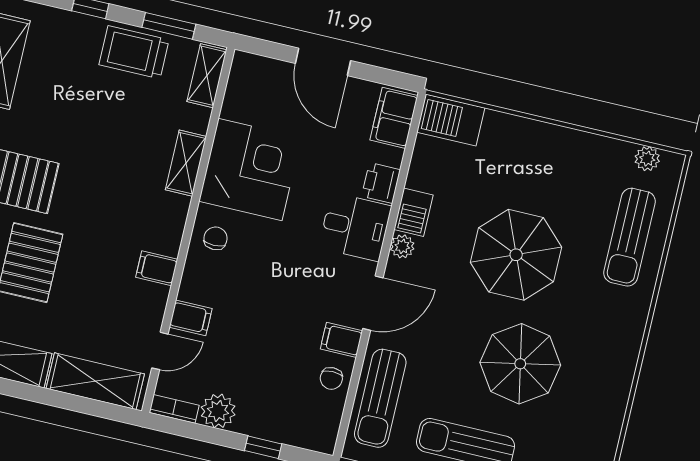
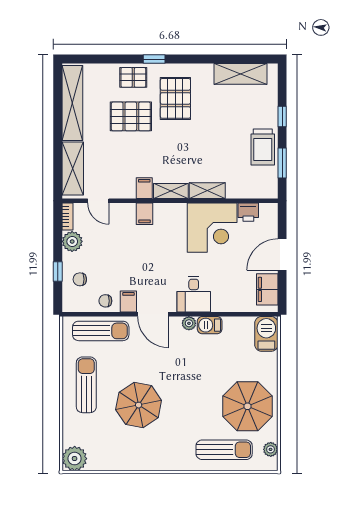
trolley: (134, 52) -> (263, 147), turned 180
shelving: (207, 76) -> (171, 191), moved
filing cabinet: (394, 118) -> (267, 289), moved, turned -90
printer: (381, 183) -> (248, 212), moved, turned 180
sun lounger: (630, 237) -> (224, 450), turned 180
chair: (216, 238) -> (80, 279), moved, turned 180
parasol: (516, 255) -> (248, 406), moved
filing cabinet: (191, 318) -> (145, 214), moved
sun lounger: (380, 398) -> (101, 331), turned 180

